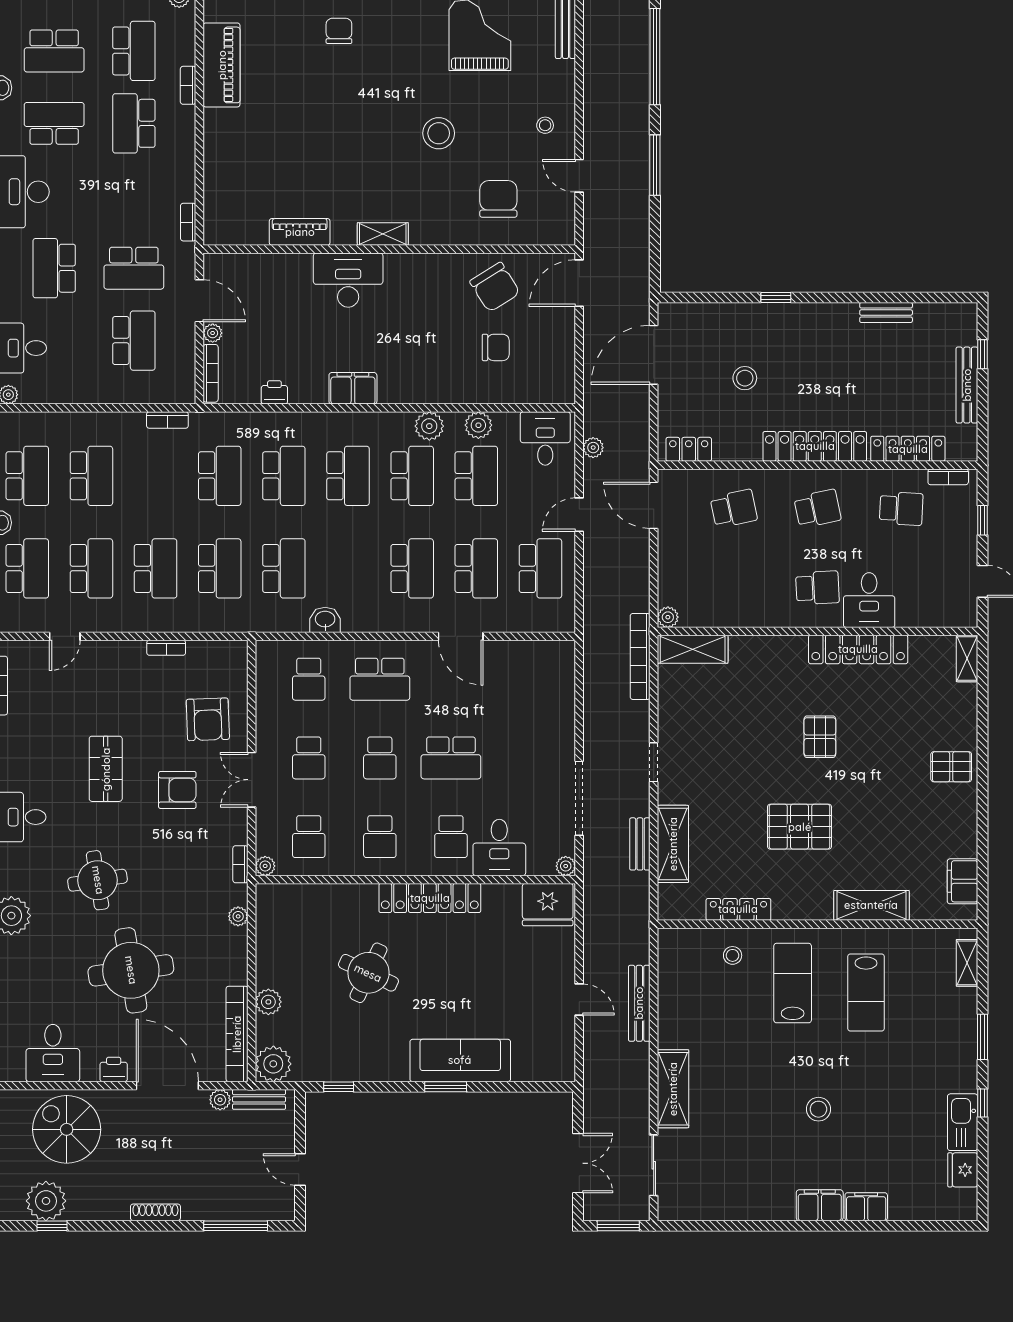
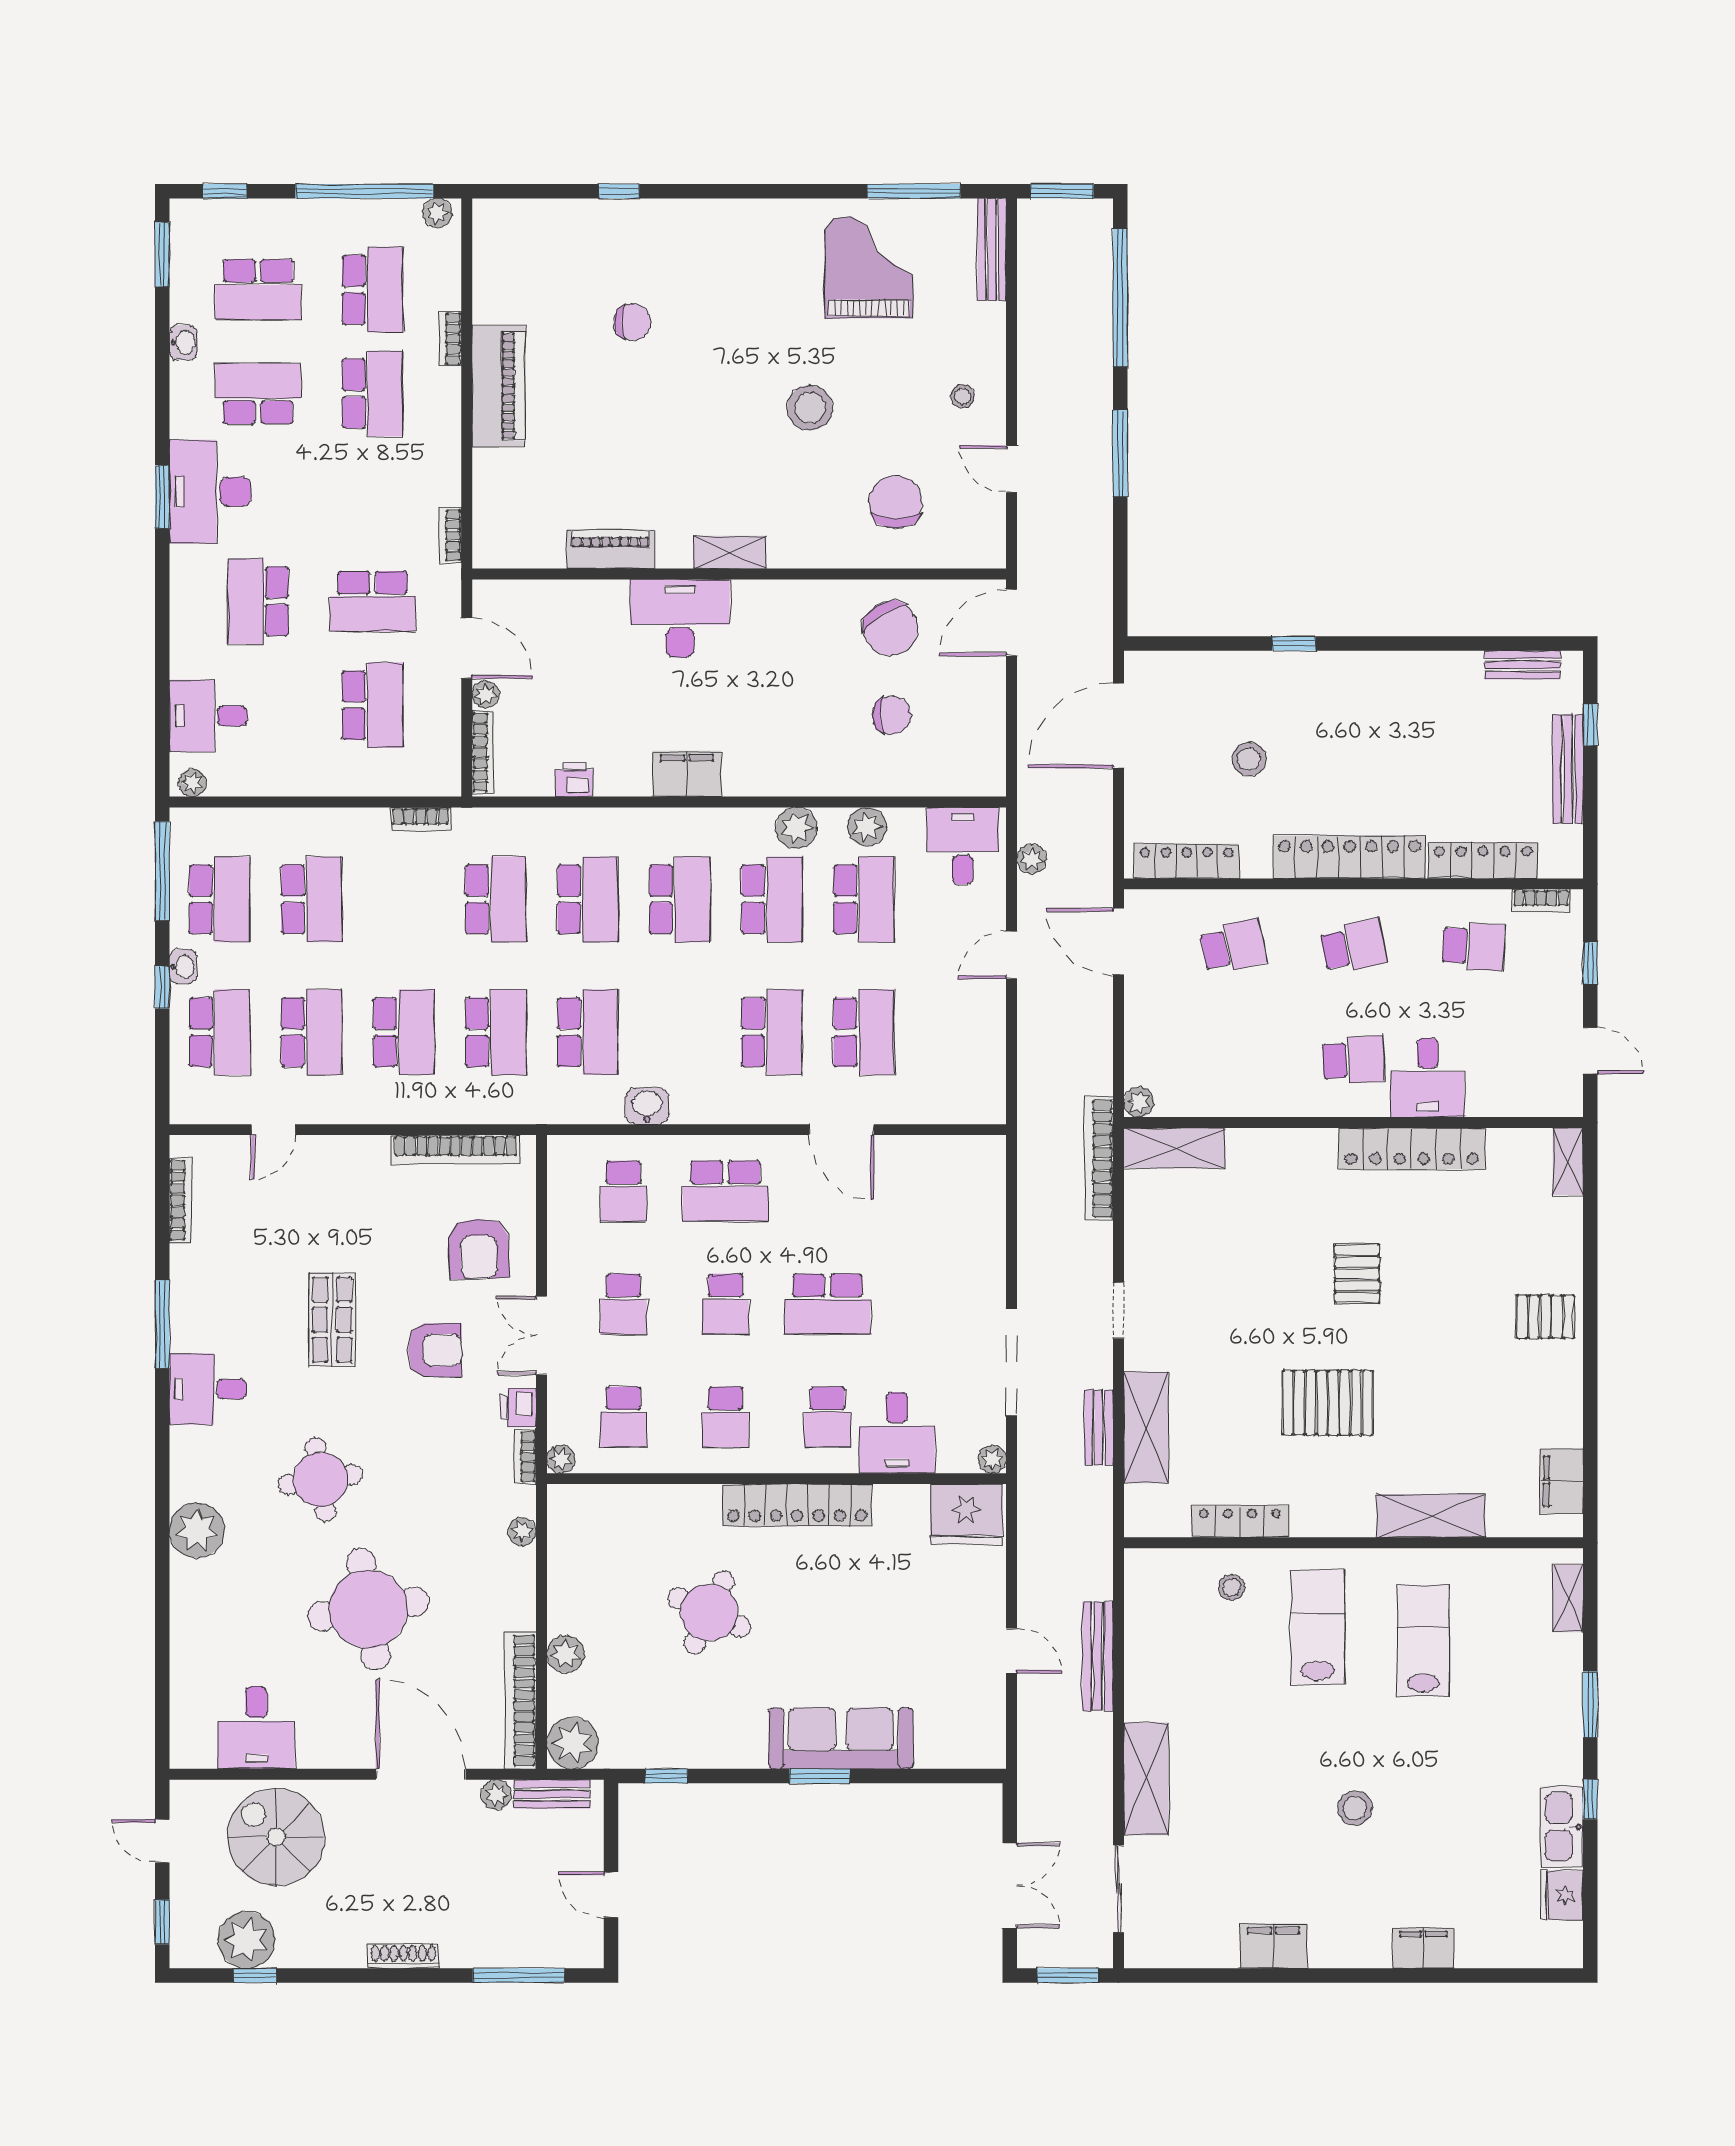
chair: (339, 31) -> (632, 322), moved, turned 90
piano: (222, 65) -> (498, 386), moved
school desk: (134, 123) -> (373, 394), turned 180
bench: (886, 313) -> (1523, 665), moved
locker: (689, 449) -> (1187, 861), width x1.53
school desk: (540, 568) -> (956, 1032), removed
bookcase: (166, 648) -> (455, 1149), width x2.31, depth x1.31
lab bench: (866, 993) -> (1423, 1641), turned 180
printer: (114, 1069) -> (518, 1408), moved, turned -90
filing cabinet: (820, 1205) -> (1274, 1946), moved

